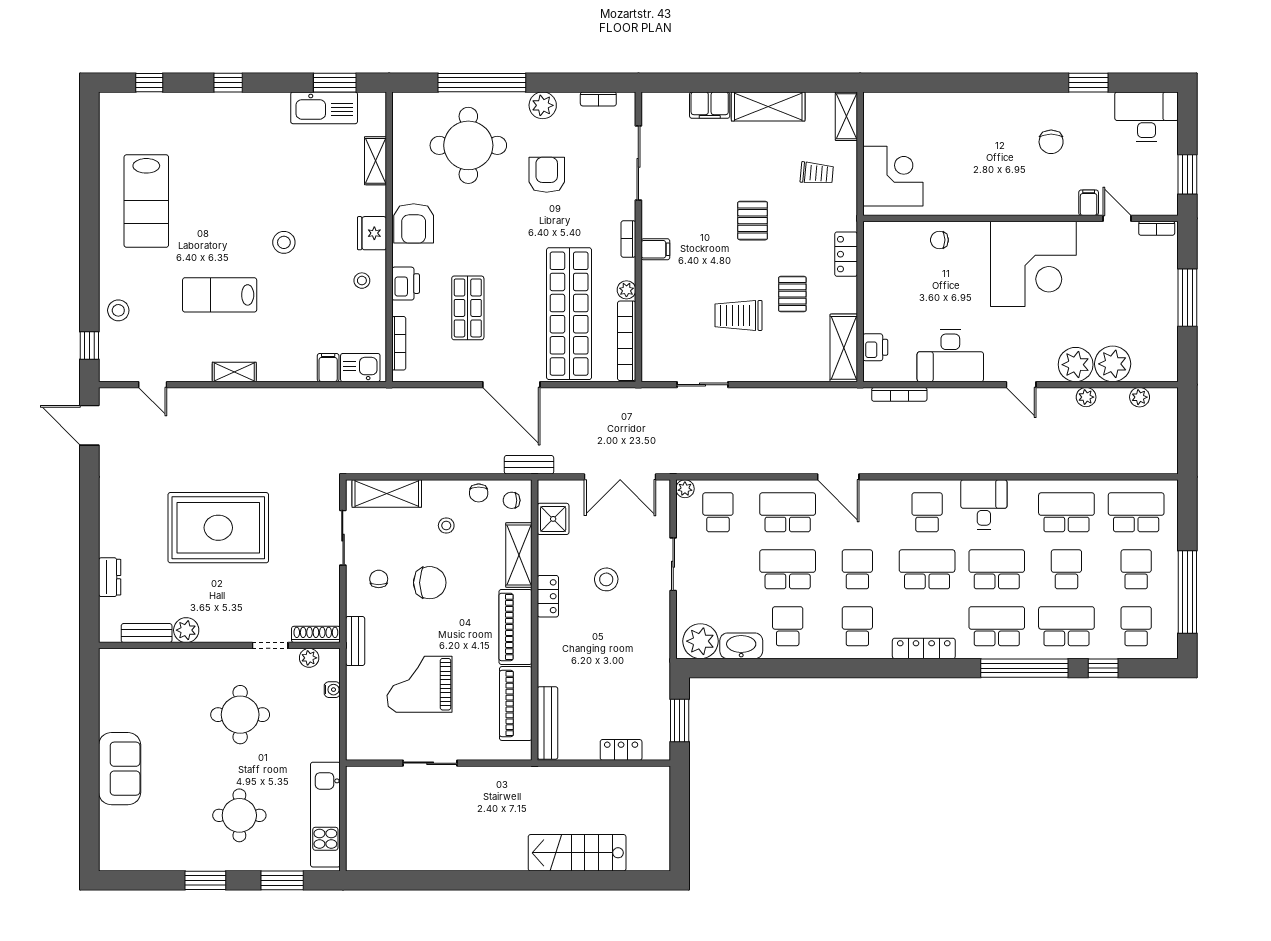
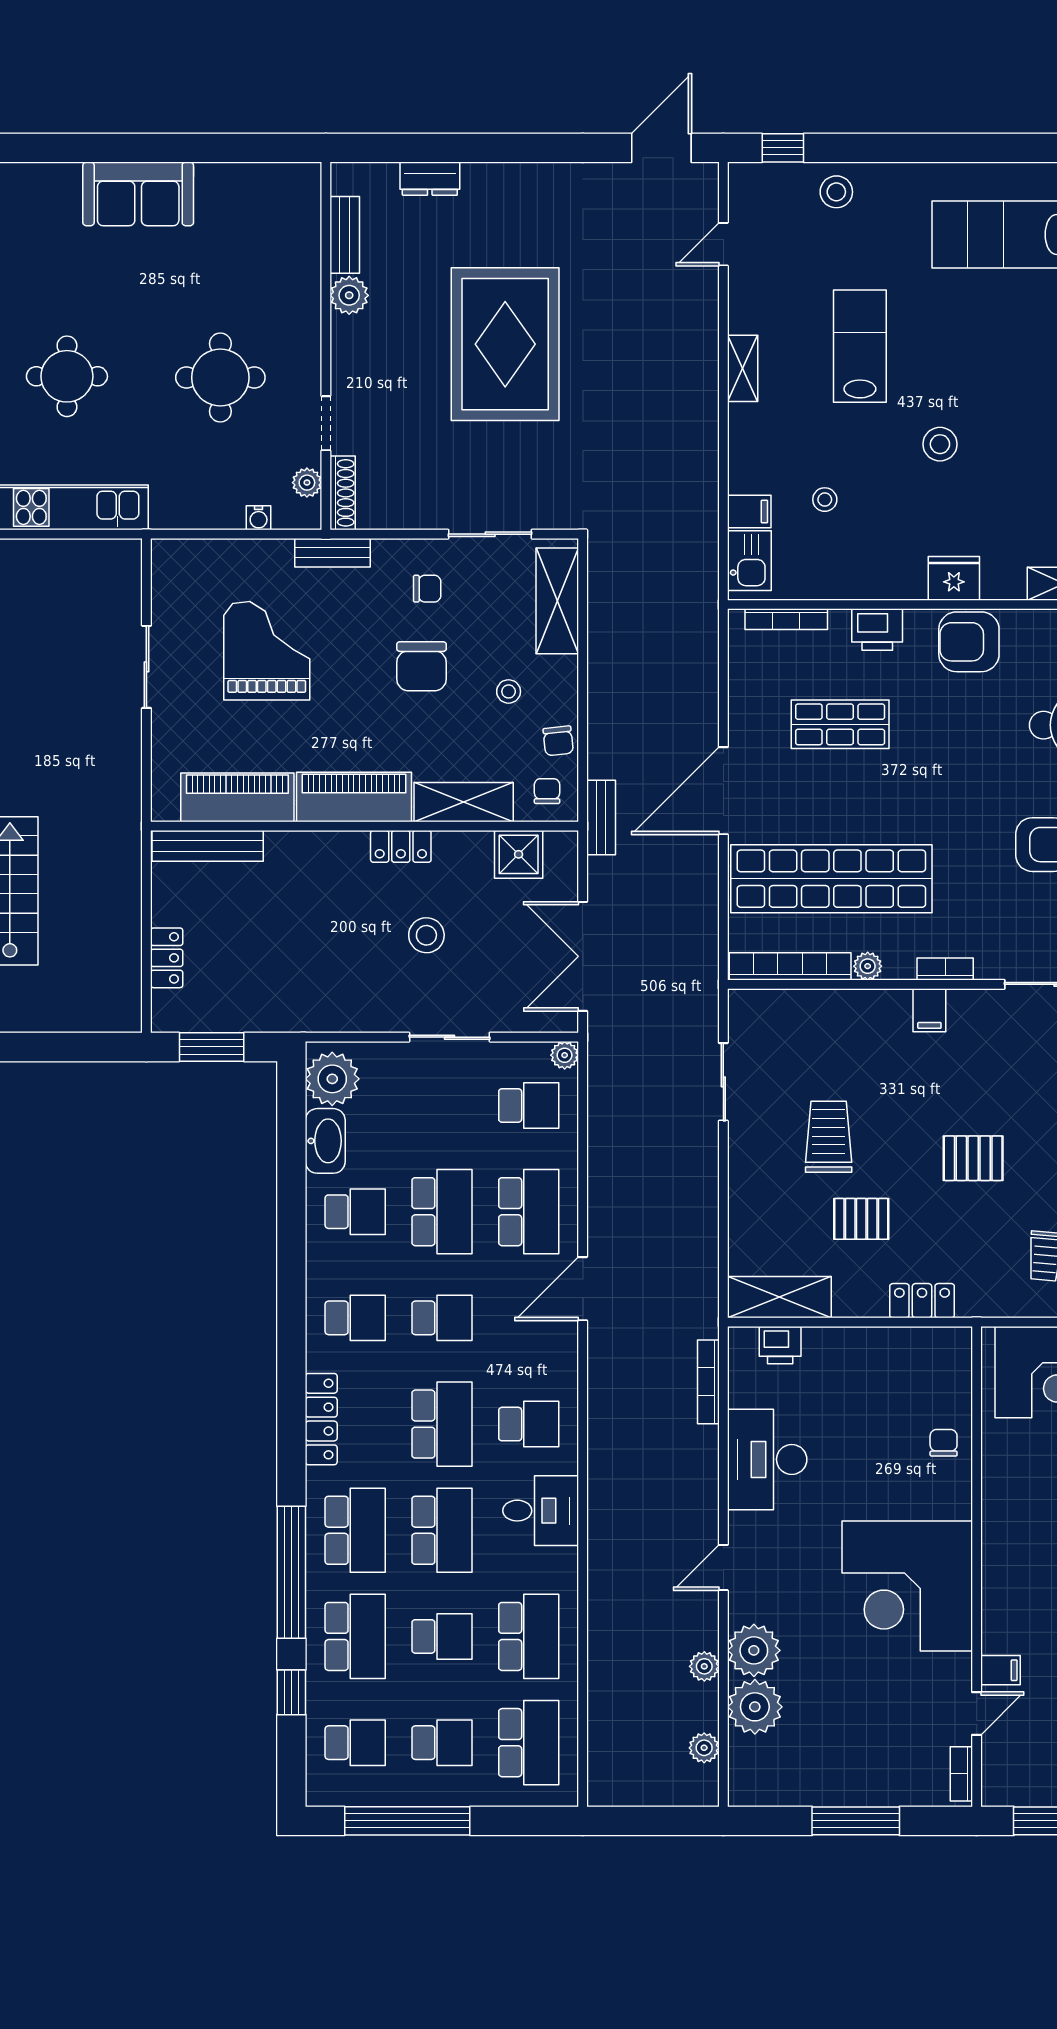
stool: (362, 281) -> (825, 500), moved
chair: (479, 493) -> (558, 741), turned -96

